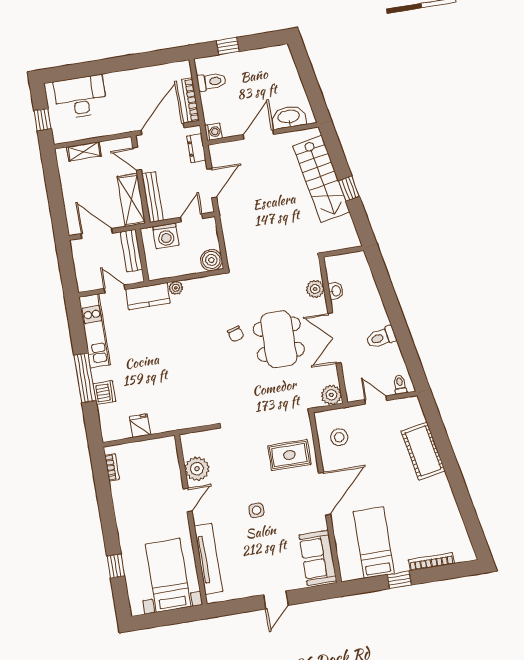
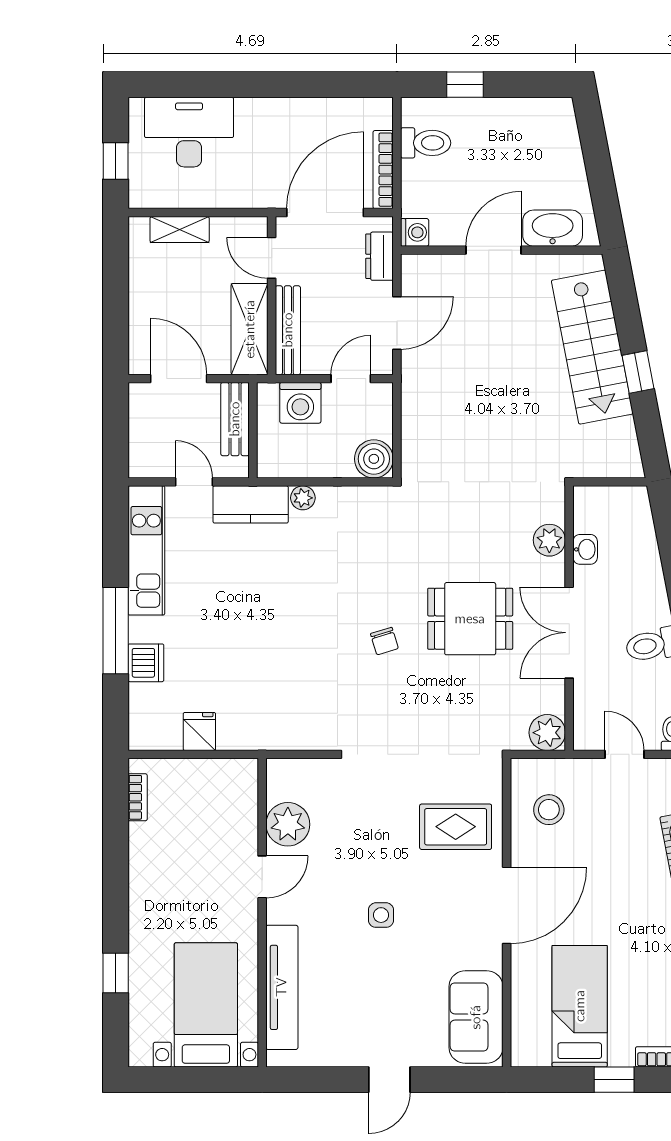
chair: (236, 334) -> (384, 641), moved
dining table: (279, 339) -> (470, 619), width x0.73

